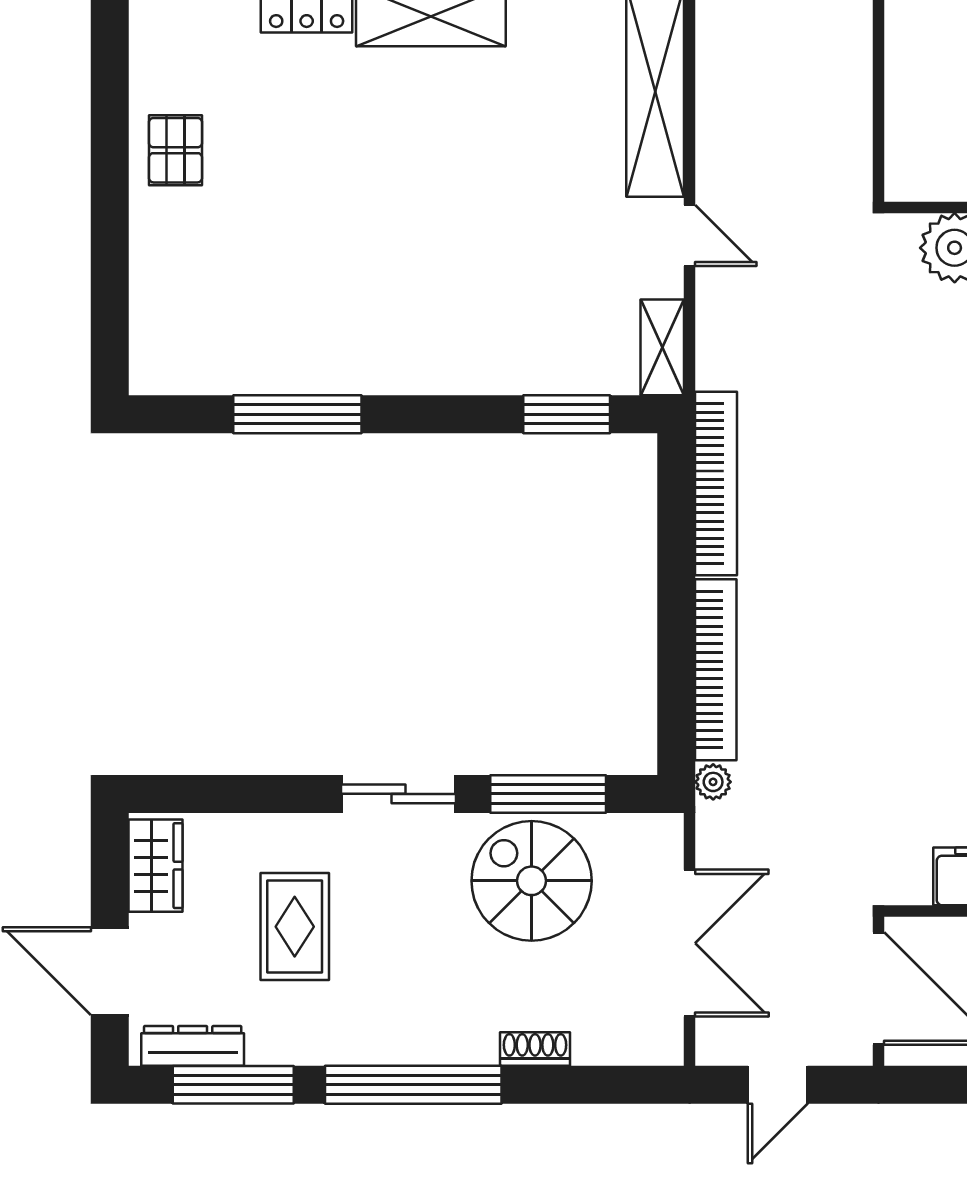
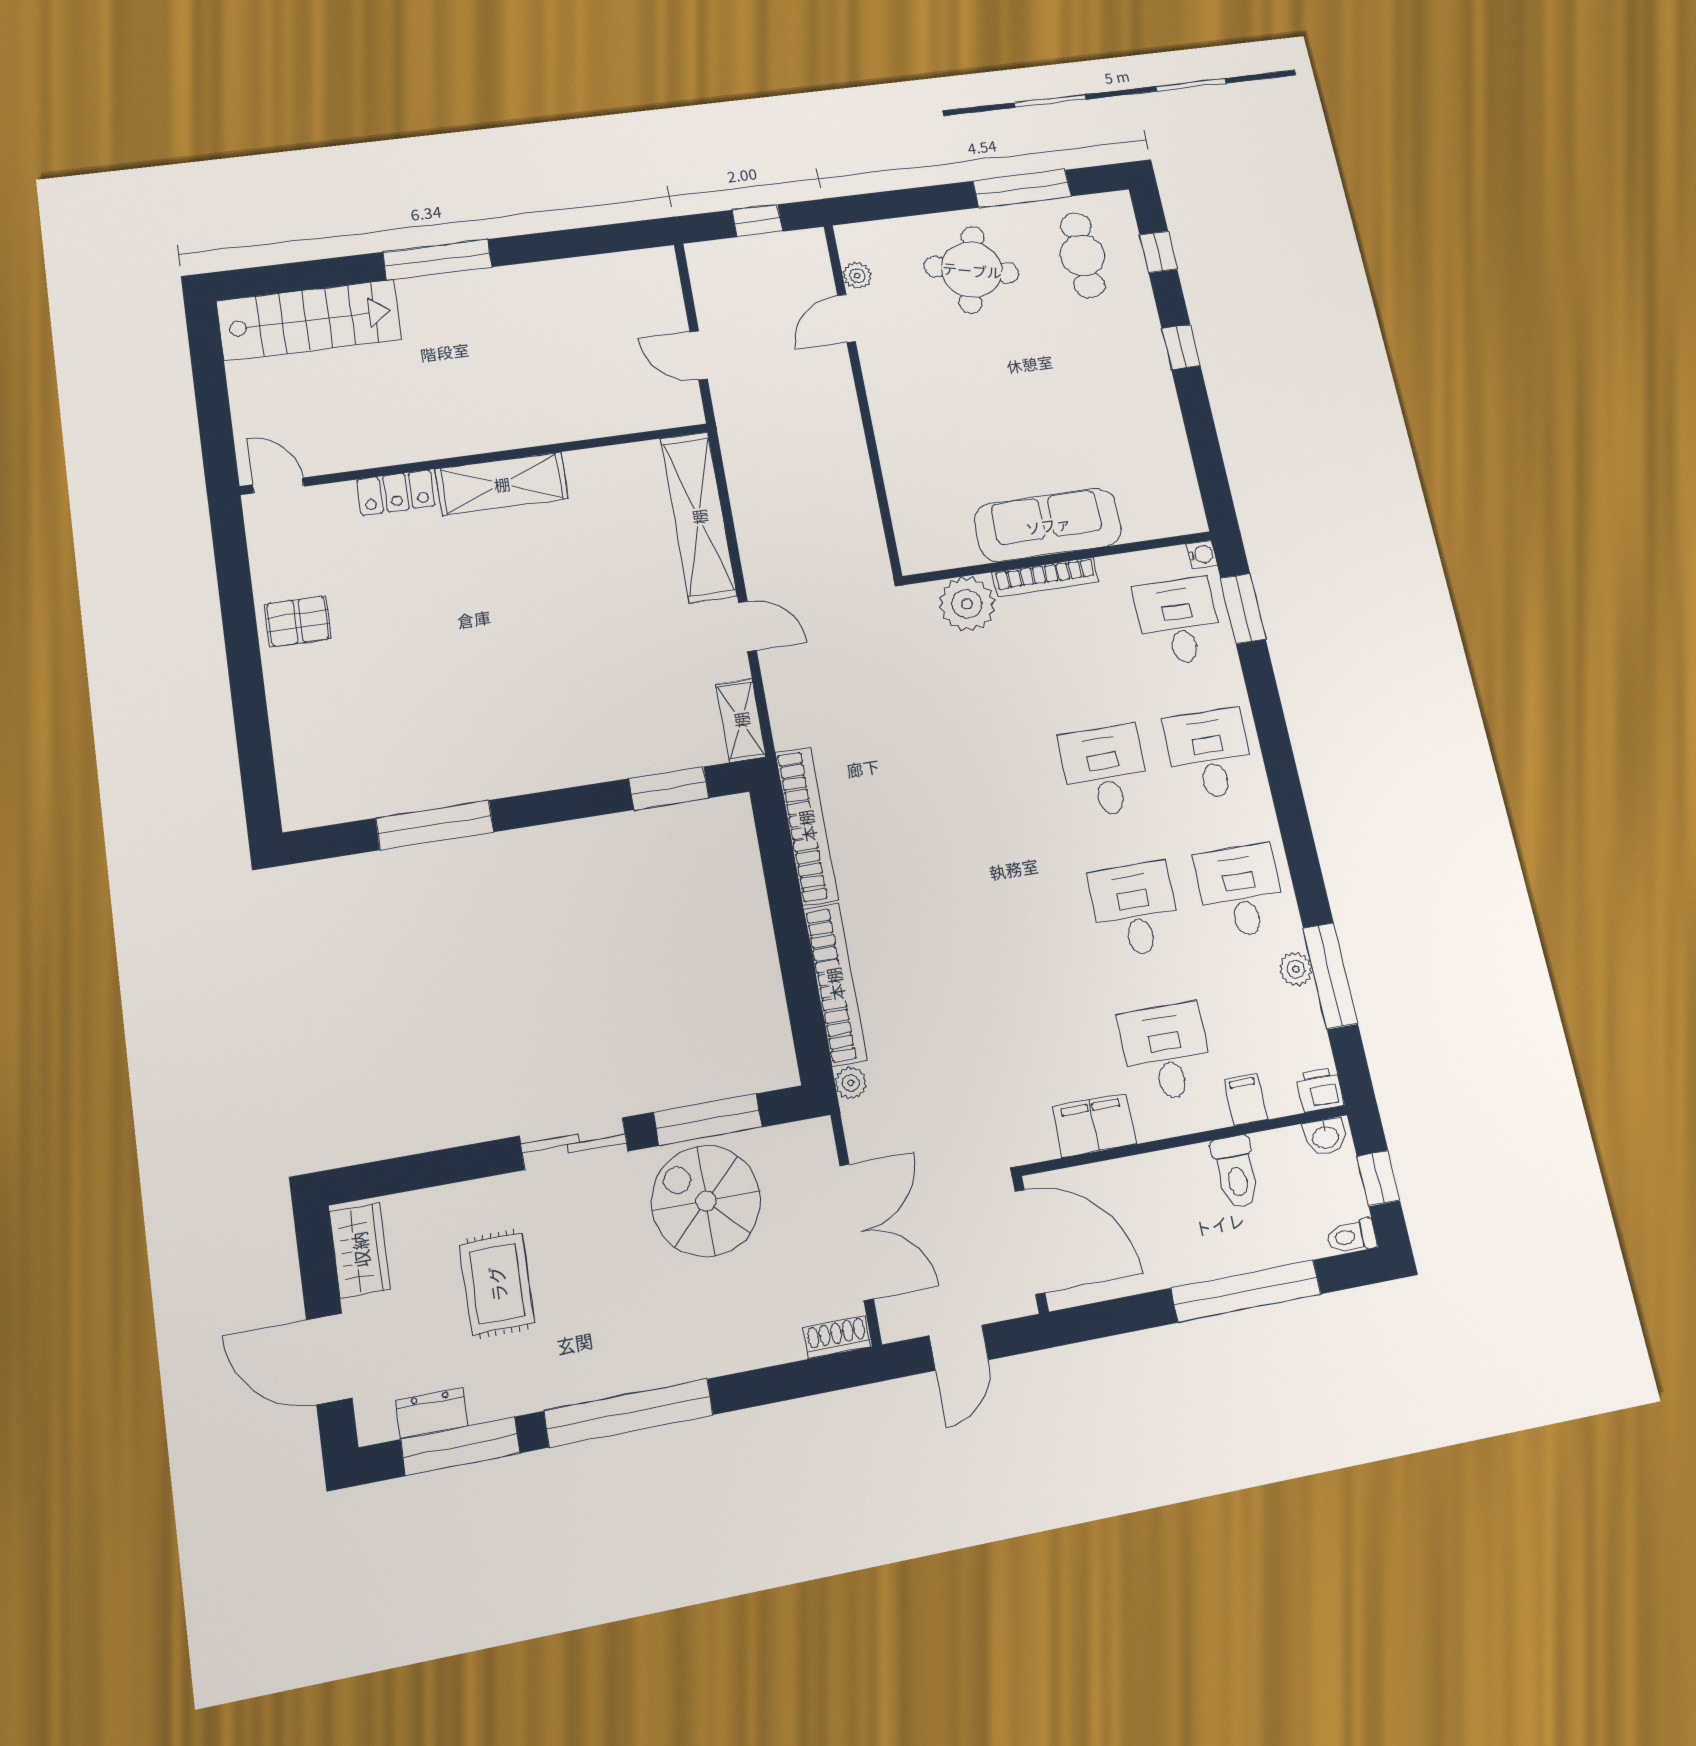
pallet: (176, 150) -> (298, 621), turned 90
dresser: (193, 1046) -> (432, 1413), width x0.70
shoe rack: (535, 1049) -> (837, 1337), moved

